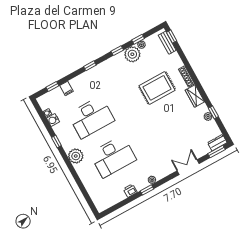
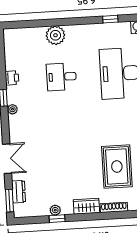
dresser: (217, 143) -> (19, 192), moved
plant: (76, 156) -> (55, 35), moved
desk: (113, 157) -> (61, 77), width x0.53, depth x0.77

